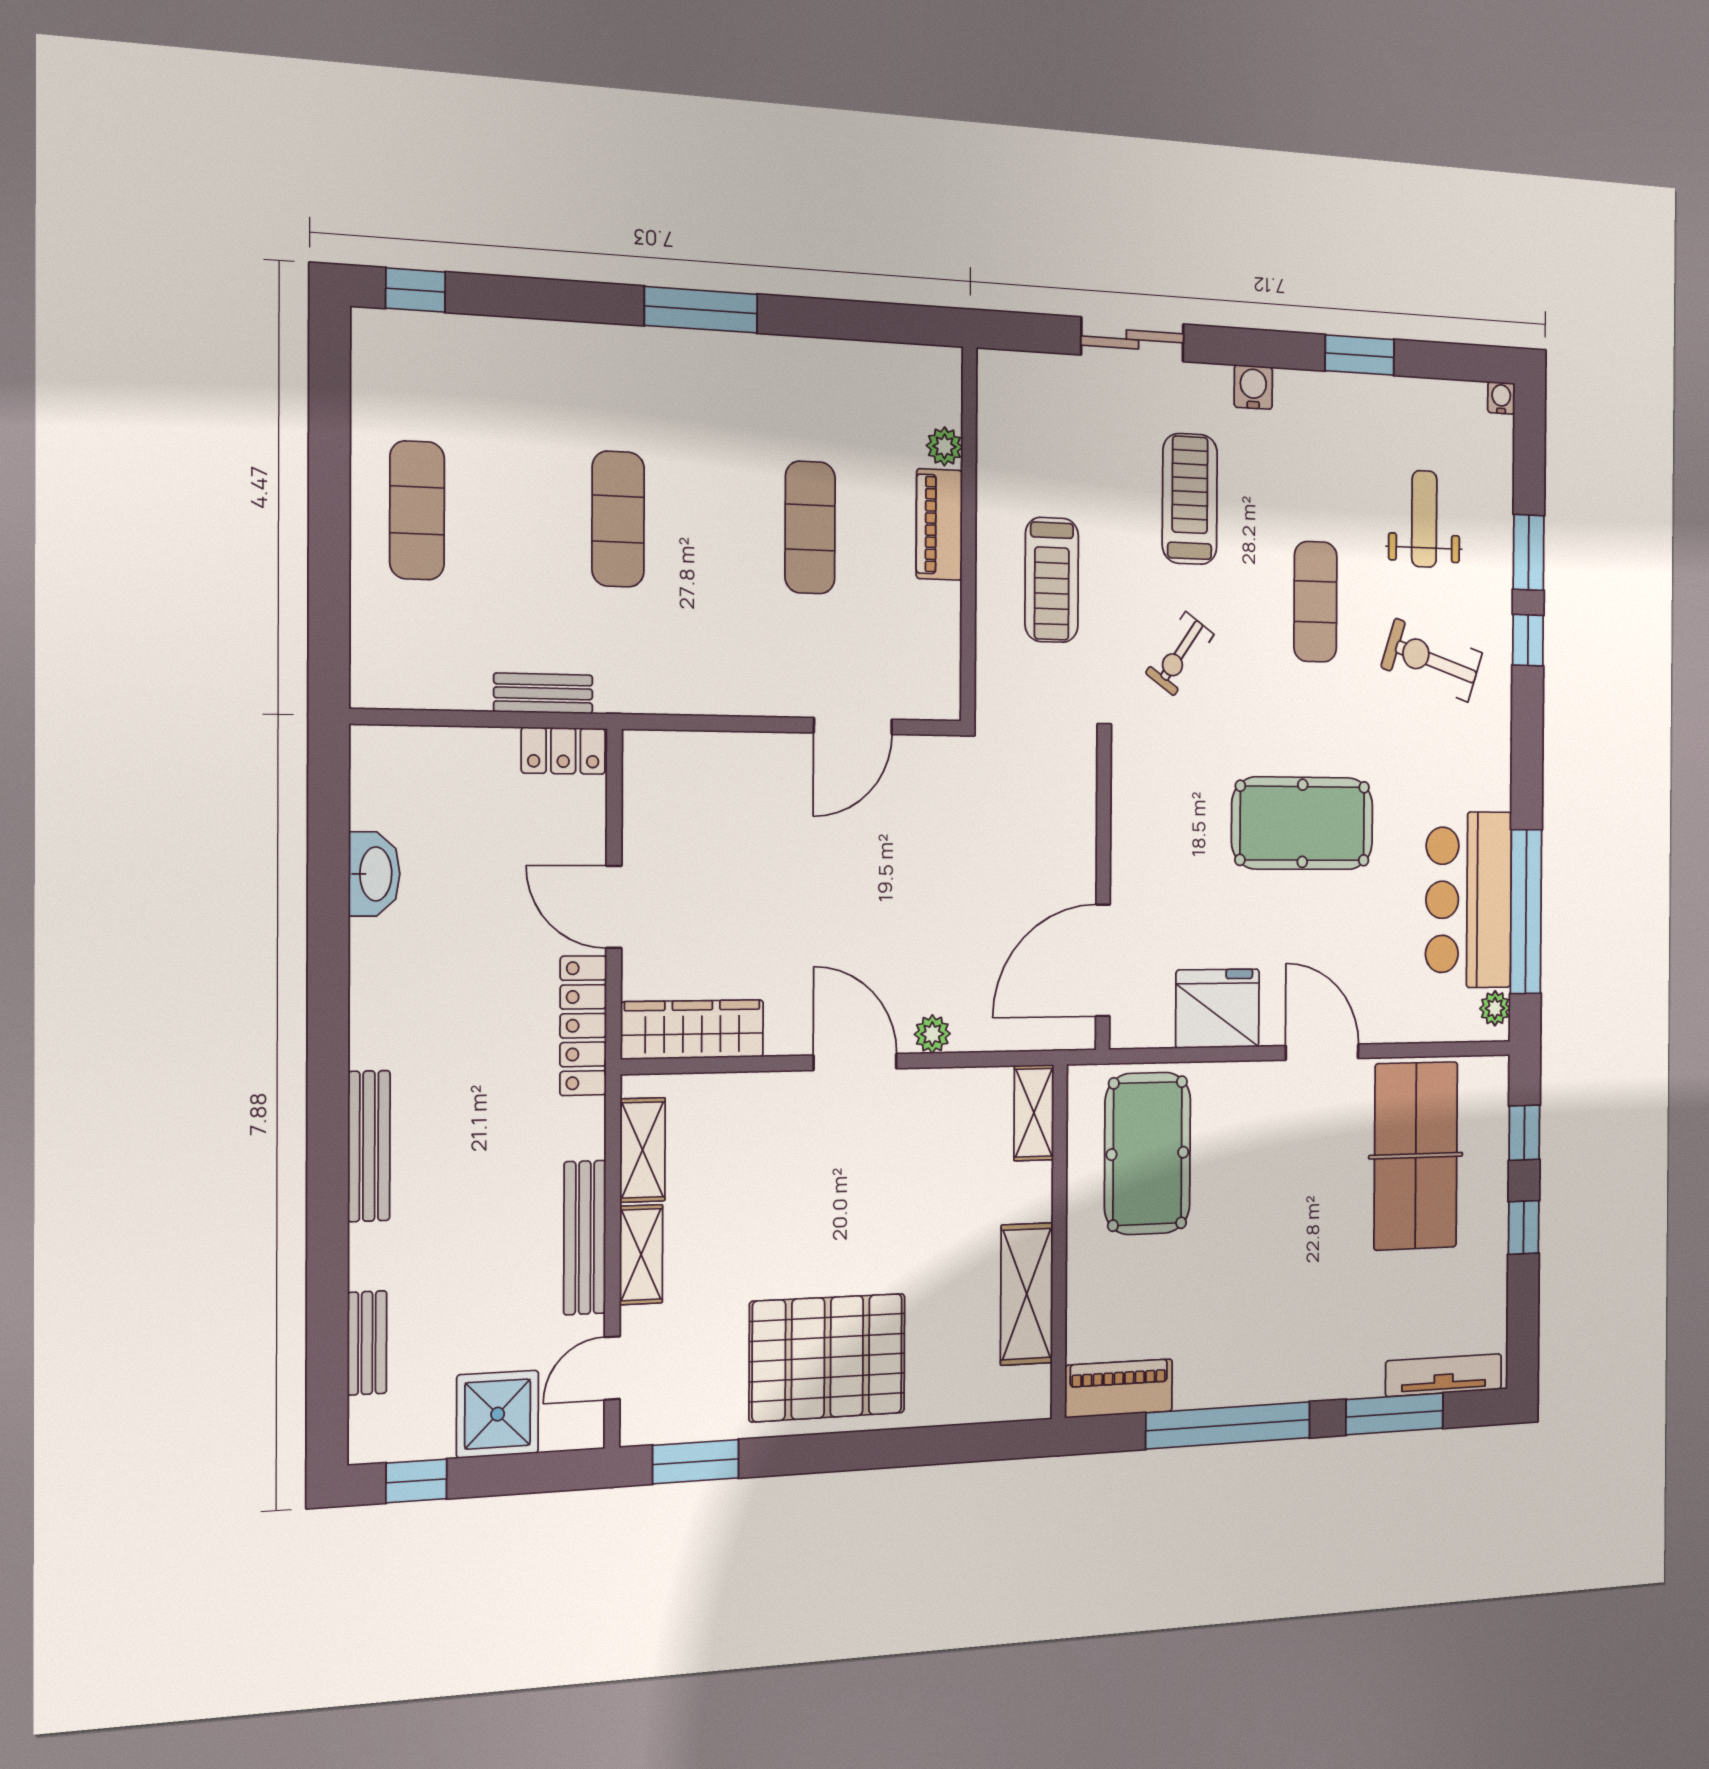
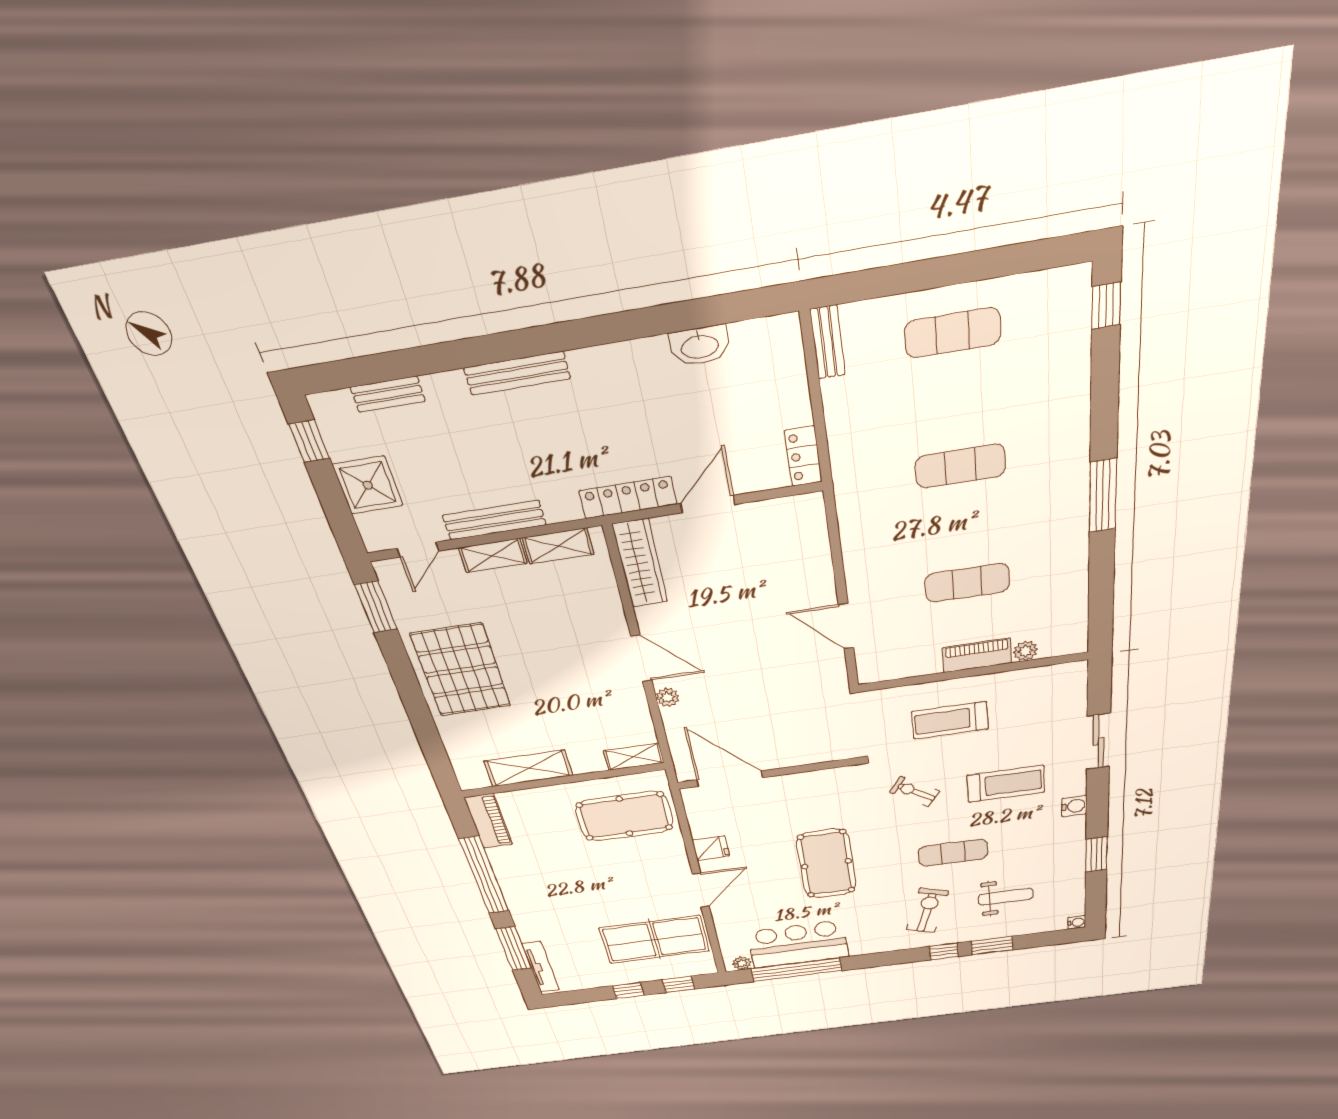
bench: (543, 693) -> (828, 342), moved
fridge: (1218, 1008) -> (711, 848), width x0.53, depth x0.75
door: (855, 1062) -> (641, 658), hinge flipped
door: (612, 1368) -> (418, 550), swing flipped

